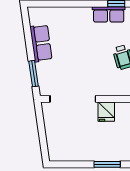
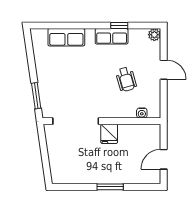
row of seats: (41, 43) -> (66, 37), moved, turned 98

